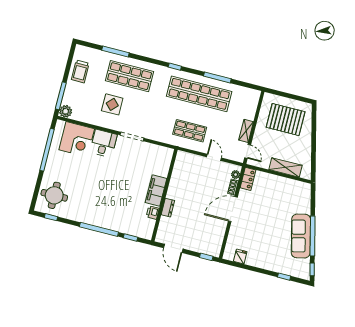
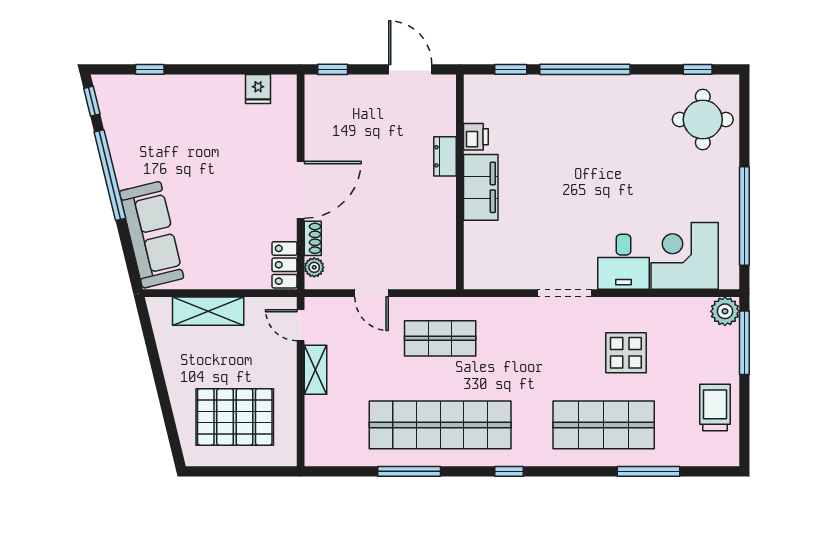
sofa: (301, 236) -> (151, 235), moved

